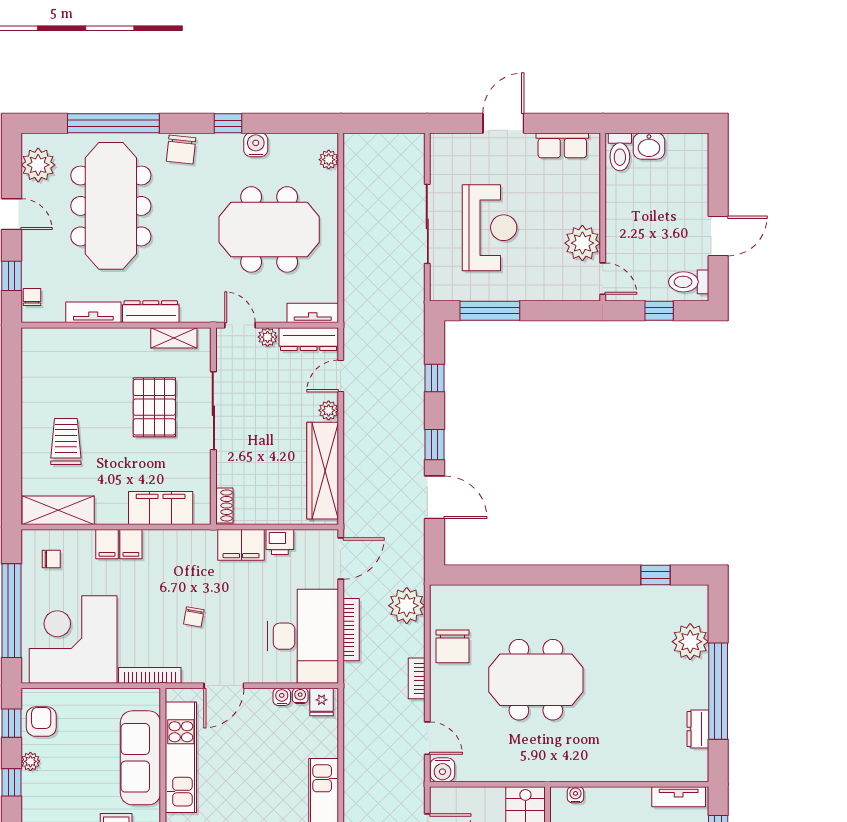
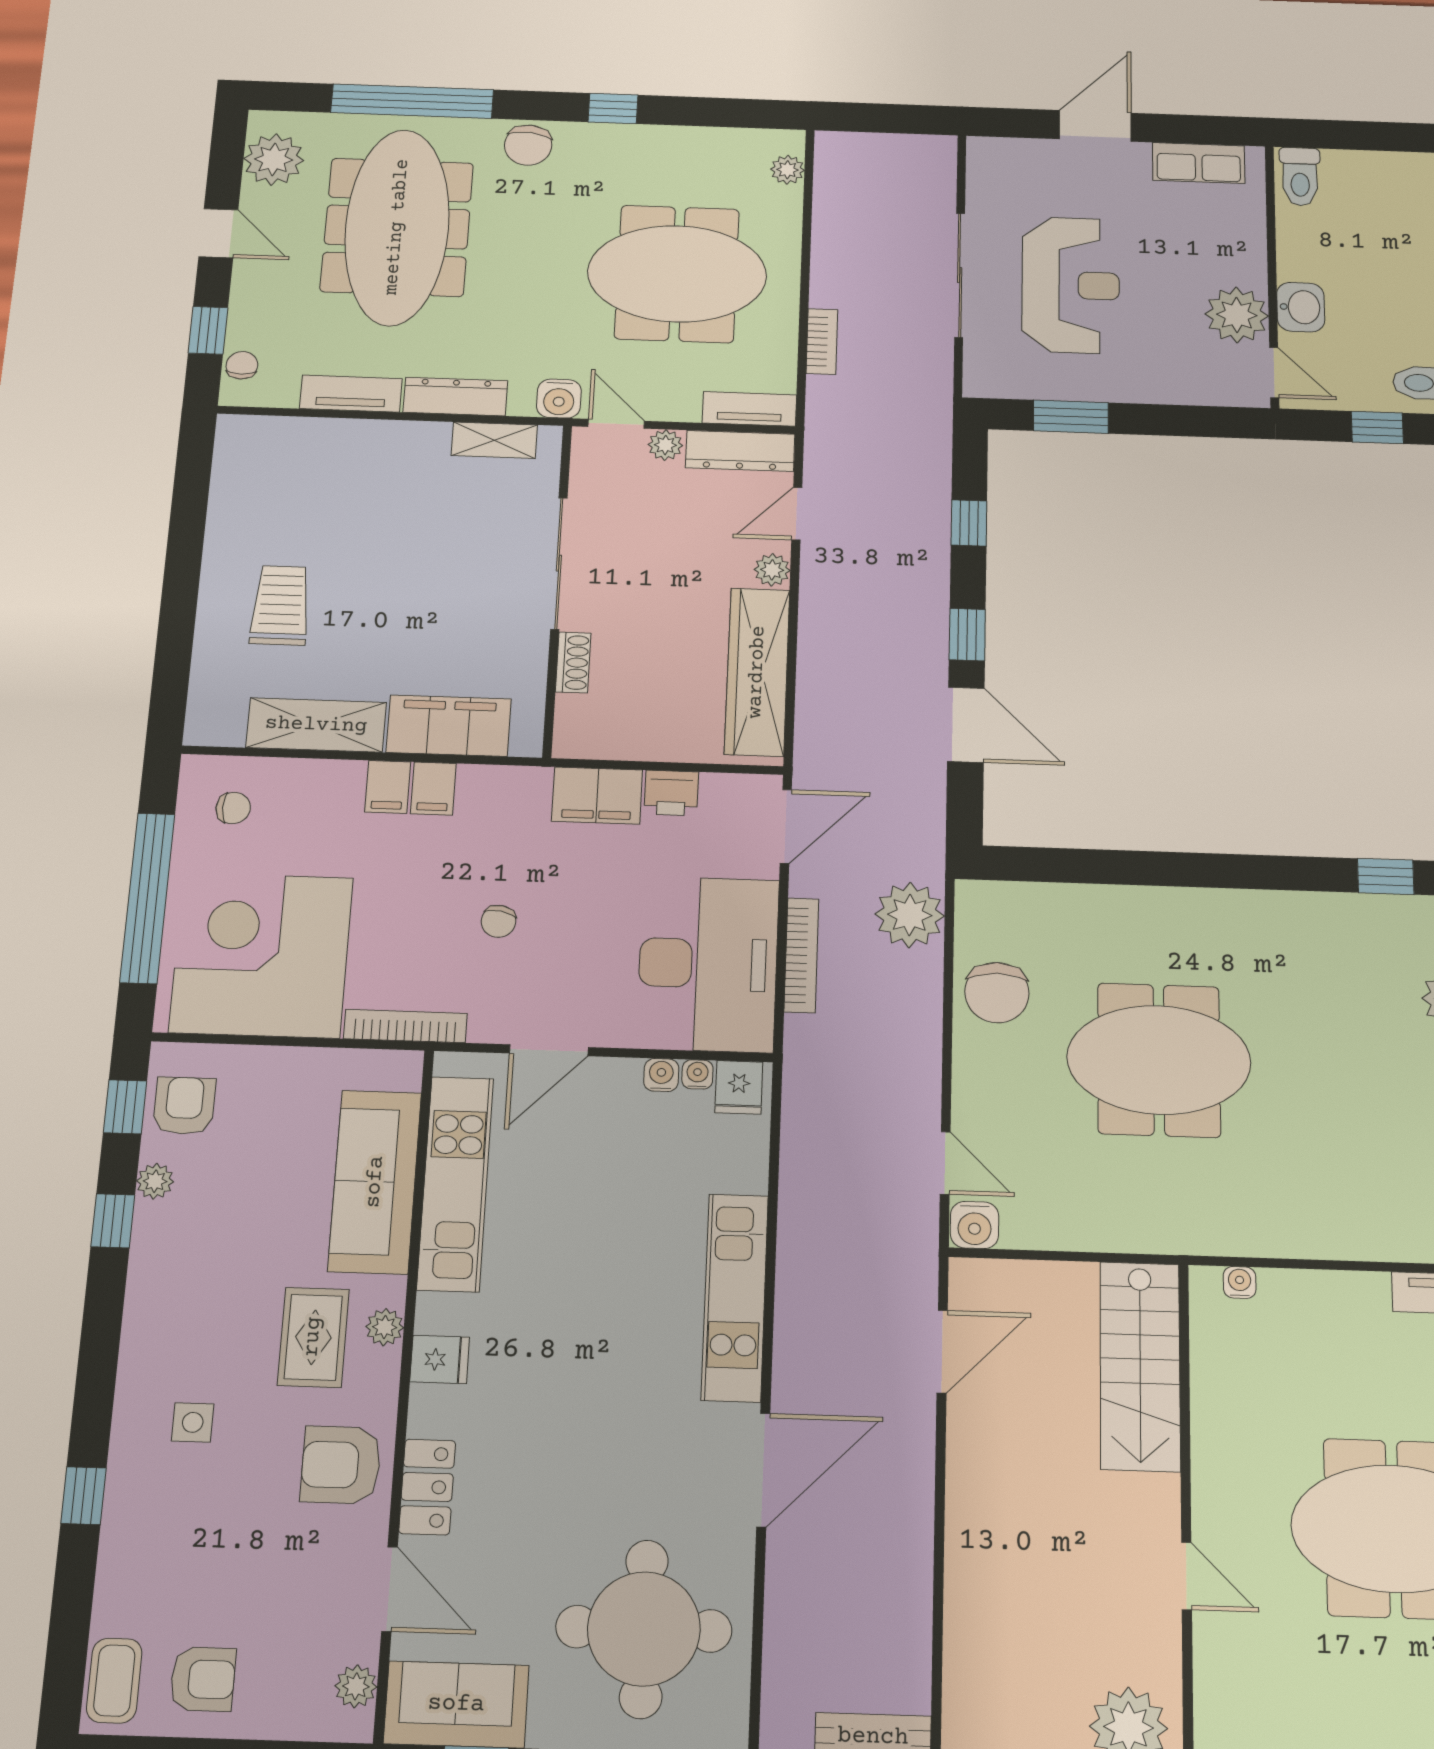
water cooler: (256, 145) -> (559, 399), moved, turned 180
washbasin: (649, 146) -> (1301, 307), moved, turned -90
window: (490, 311) -> (1071, 417), width x0.69
pallet: (154, 407) -> (450, 553), removed
shoe rack: (224, 505) -> (573, 662), moved
shelving: (58, 510) -> (316, 725), moved
filing cabinet: (107, 544) -> (433, 789), moved
bookcase: (417, 678) -> (822, 341), moved, turned 180

